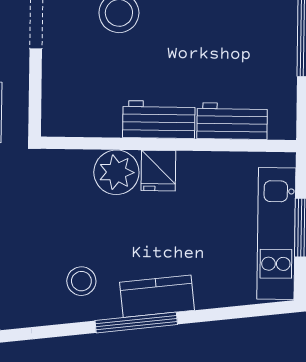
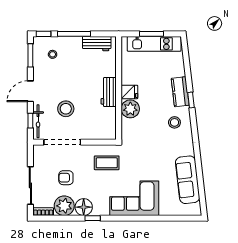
workbench: (232, 121) -> (97, 44), moved, turned -90
window: (136, 323) -> (191, 100), width x0.46

